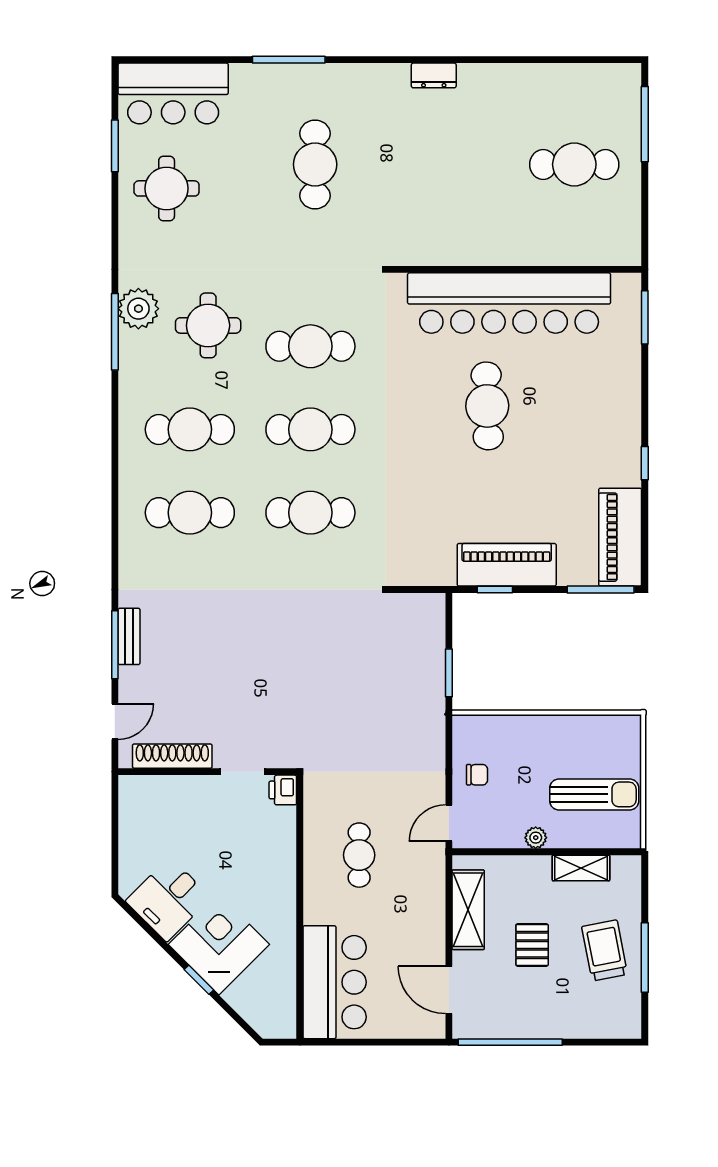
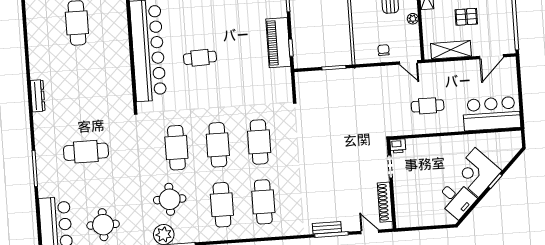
dresser: (434, 75) -> (38, 96), width x1.44
cafe table: (487, 406) -> (200, 58), width x0.73, depth x0.74

